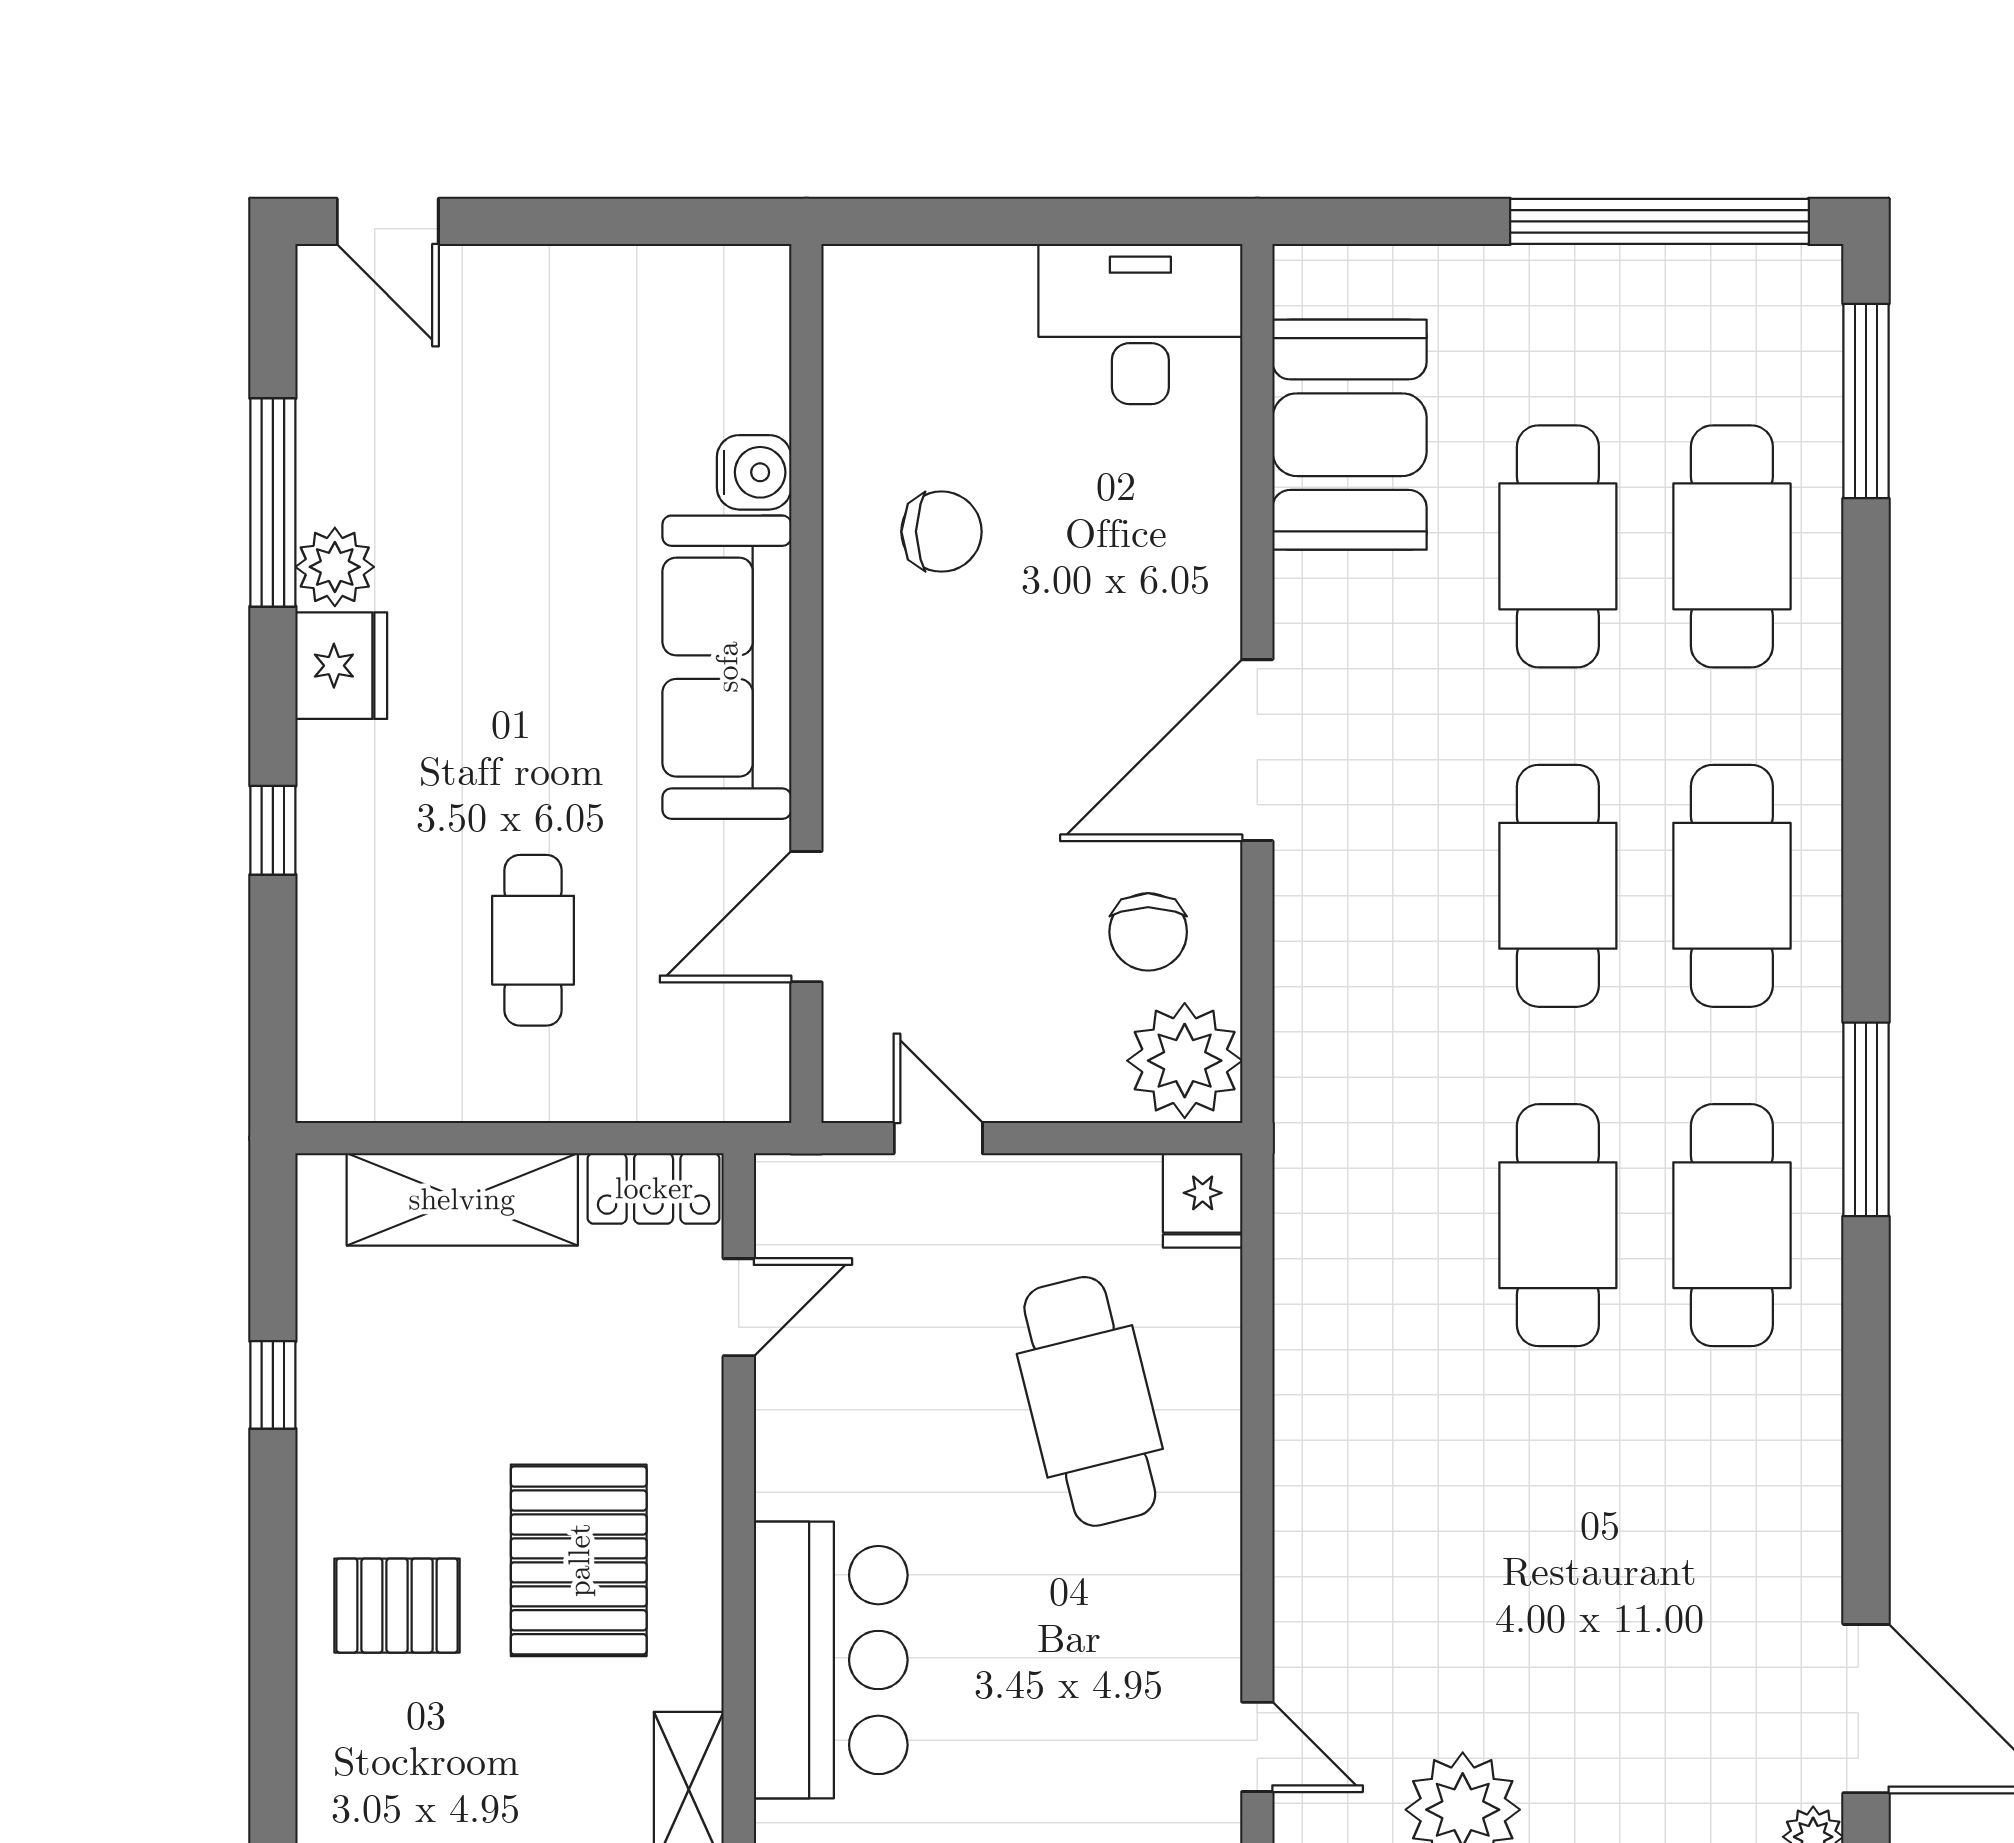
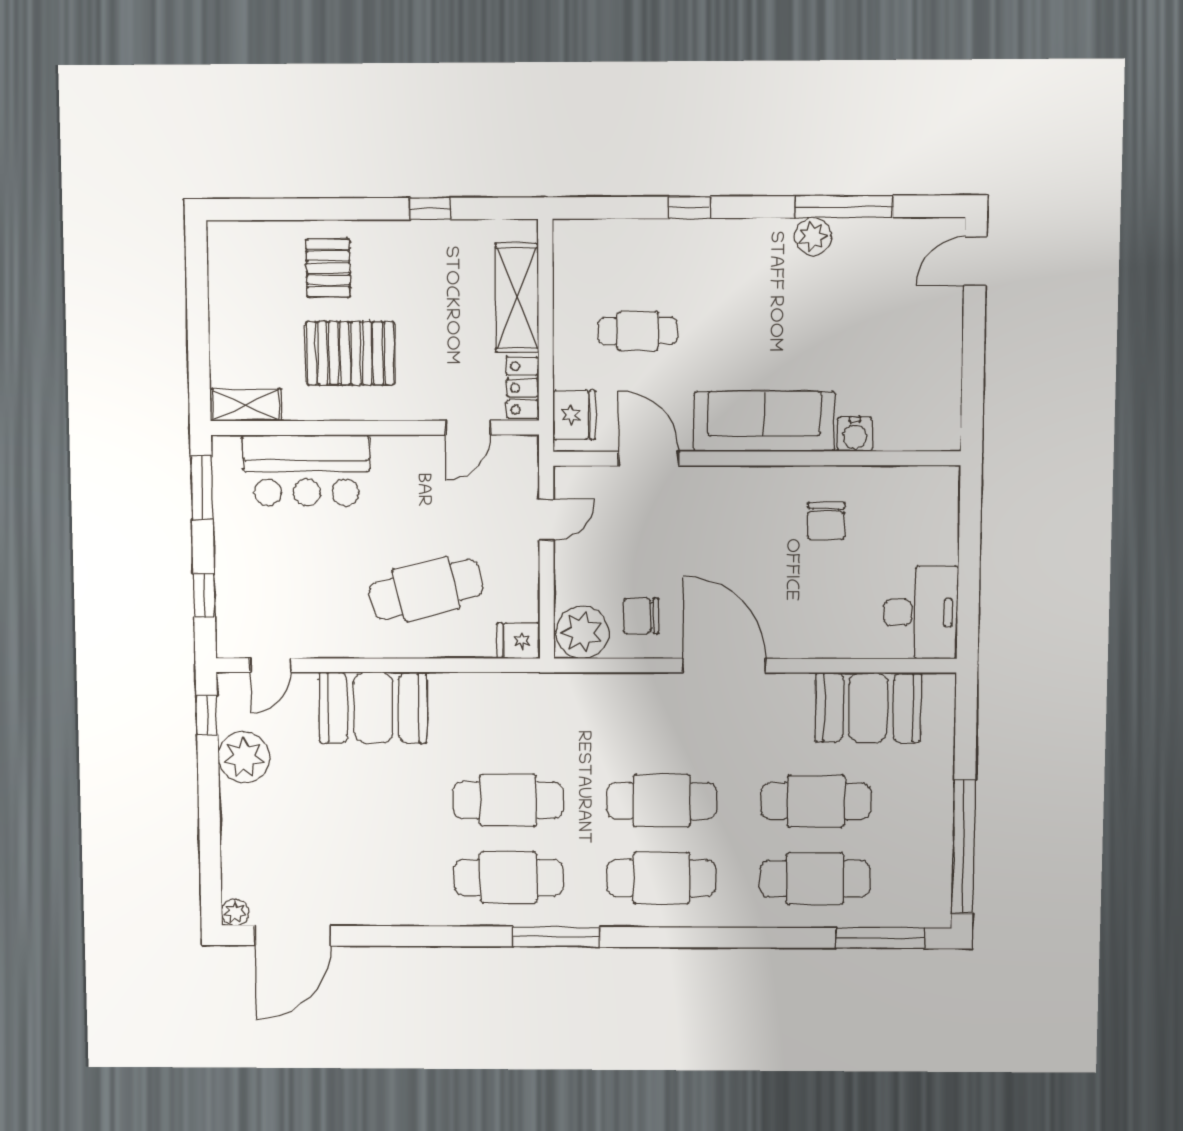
fridge: (341, 666) -> (574, 415), moved, turned -90
door: (739, 1307) -> (468, 428), hinge flipped
booth: (1352, 1521) -> (373, 708), added

